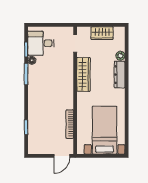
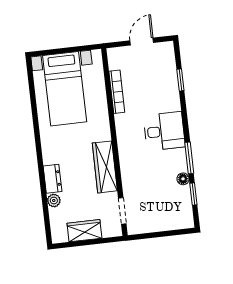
desk: (41, 43) -> (164, 131), moved
dresser: (120, 75) -> (52, 179), width x0.70
door: (62, 156) -> (142, 42), moved

